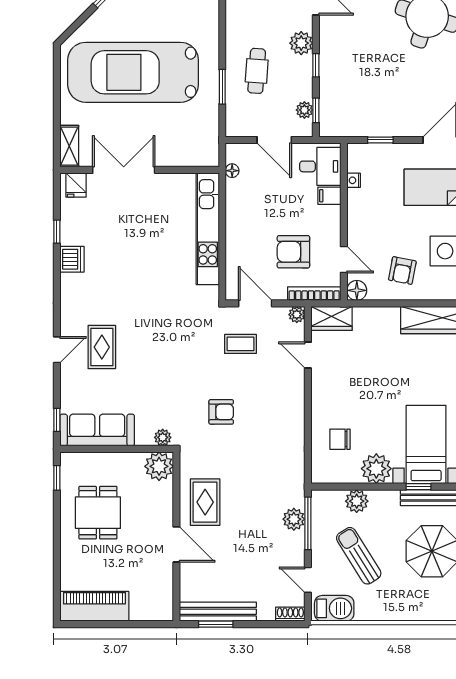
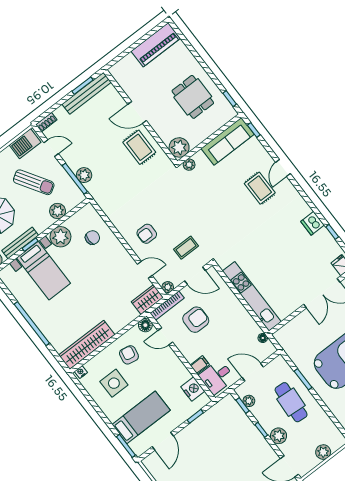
cafe table: (257, 71) -> (291, 402), width x1.37, depth x1.35
nightstand: (354, 180) -> (193, 389), width x1.89, depth x1.79
armchair: (221, 412) -> (147, 234), moved

